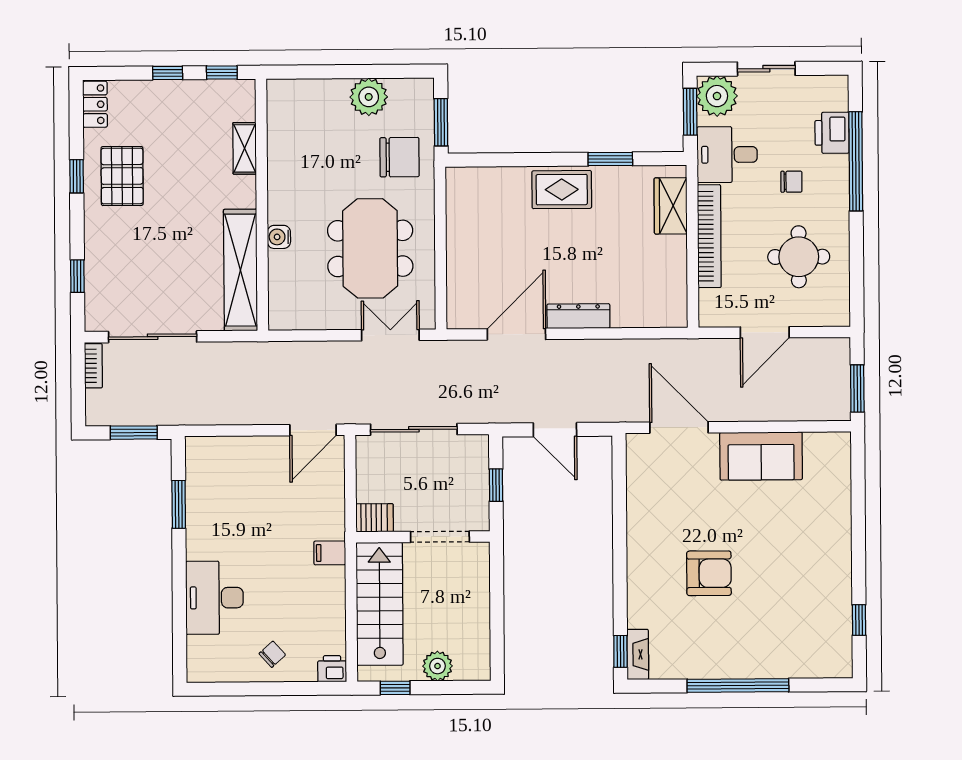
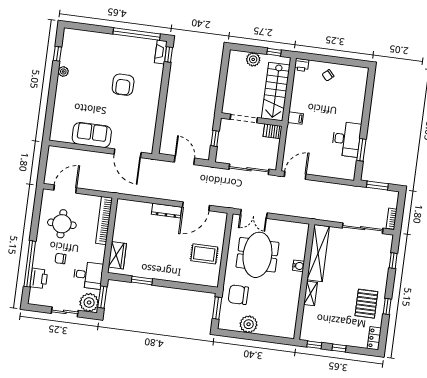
shelving: (245, 148) -> (311, 293), moved
rug: (562, 190) -> (204, 254), moved
bookcase: (709, 236) -> (104, 221), moved
door: (765, 332) -> (65, 189), moved
window: (857, 388) -> (43, 160), removed
armchair: (709, 573) -> (123, 85), turned -90
plant: (841, 584) -> (63, 72), added
desk: (215, 598) -> (346, 139), moved
window: (738, 685) -> (137, 34), moved

